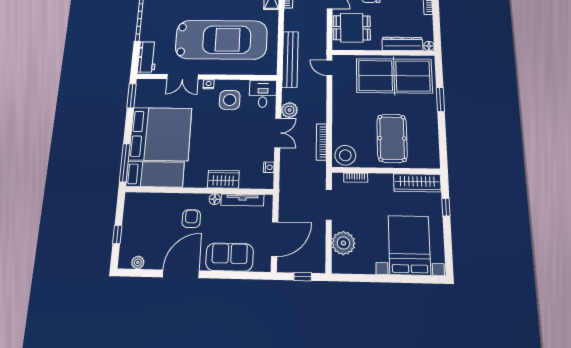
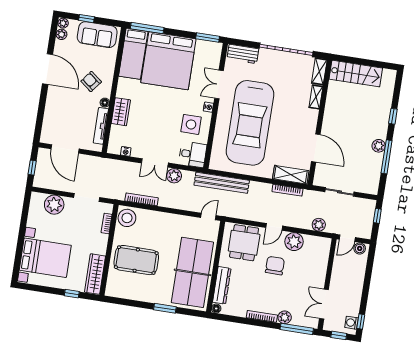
armchair: (191, 219) -> (91, 82), turned -142
sofa: (230, 257) -> (97, 35), moved, turned 90
plant: (124, 262) -> (63, 23), added

